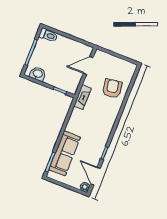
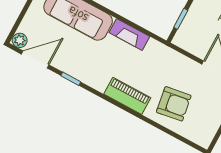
fireplace: (82, 97) -> (129, 34), moved
piano: (111, 117) -> (127, 96), added

